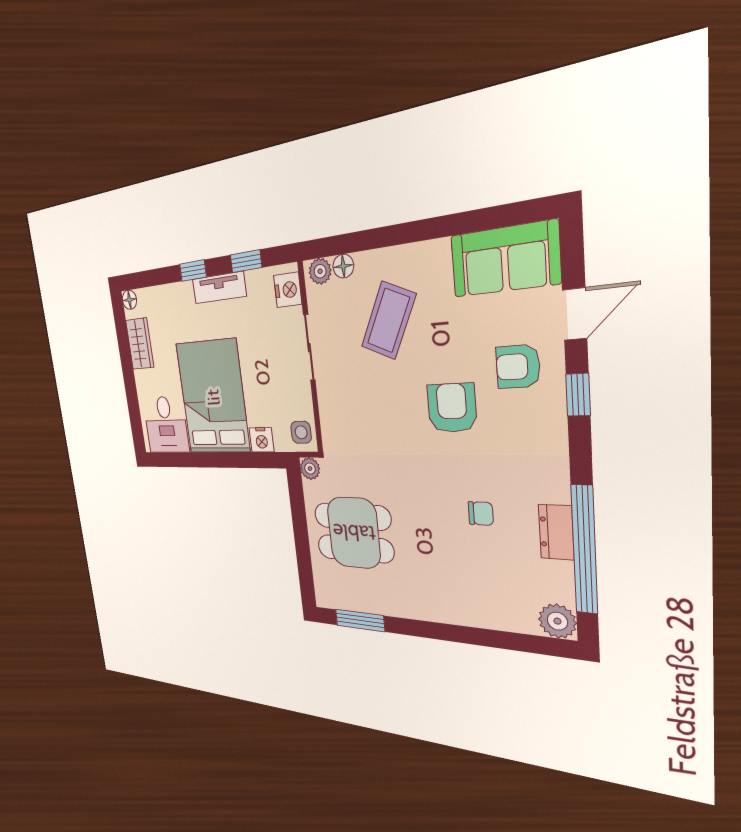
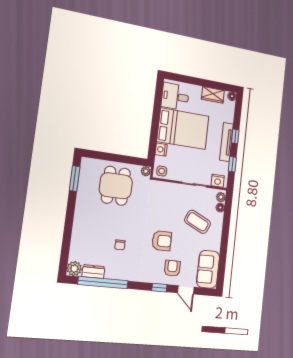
tv unit: (219, 288) -> (226, 142), width x1.41
dresser: (556, 532) -> (93, 272), moved

